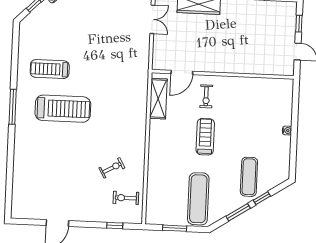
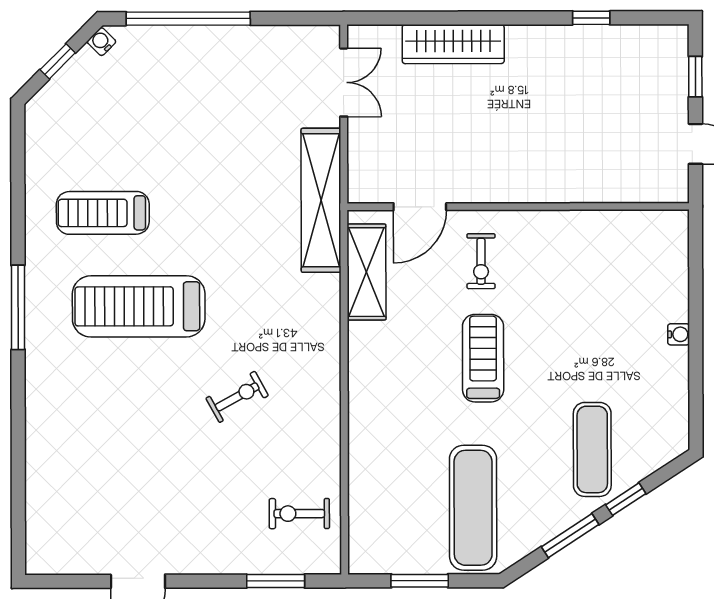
shelving: (141, 68) -> (321, 200), added
treadmill: (63, 109) -> (139, 306), turned 180
exercise bike: (112, 168) -> (237, 397), moved
window: (115, 226) -> (276, 581), width x1.50

